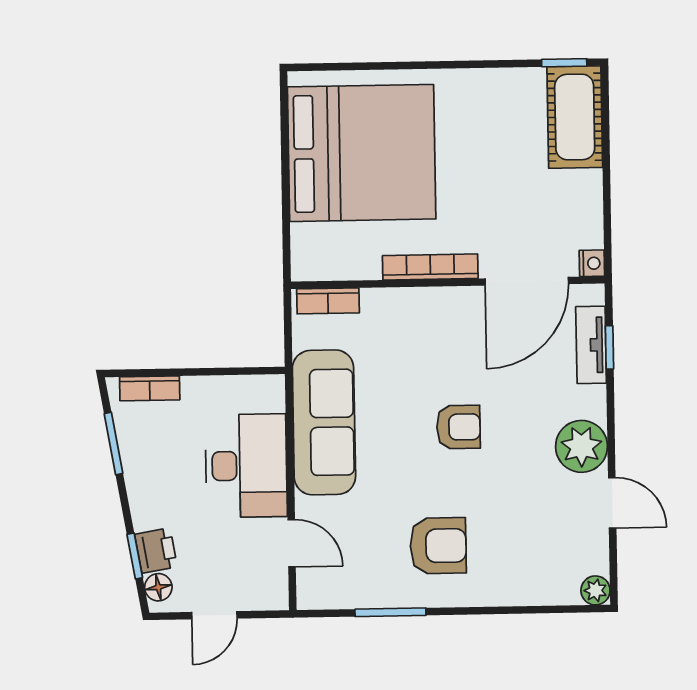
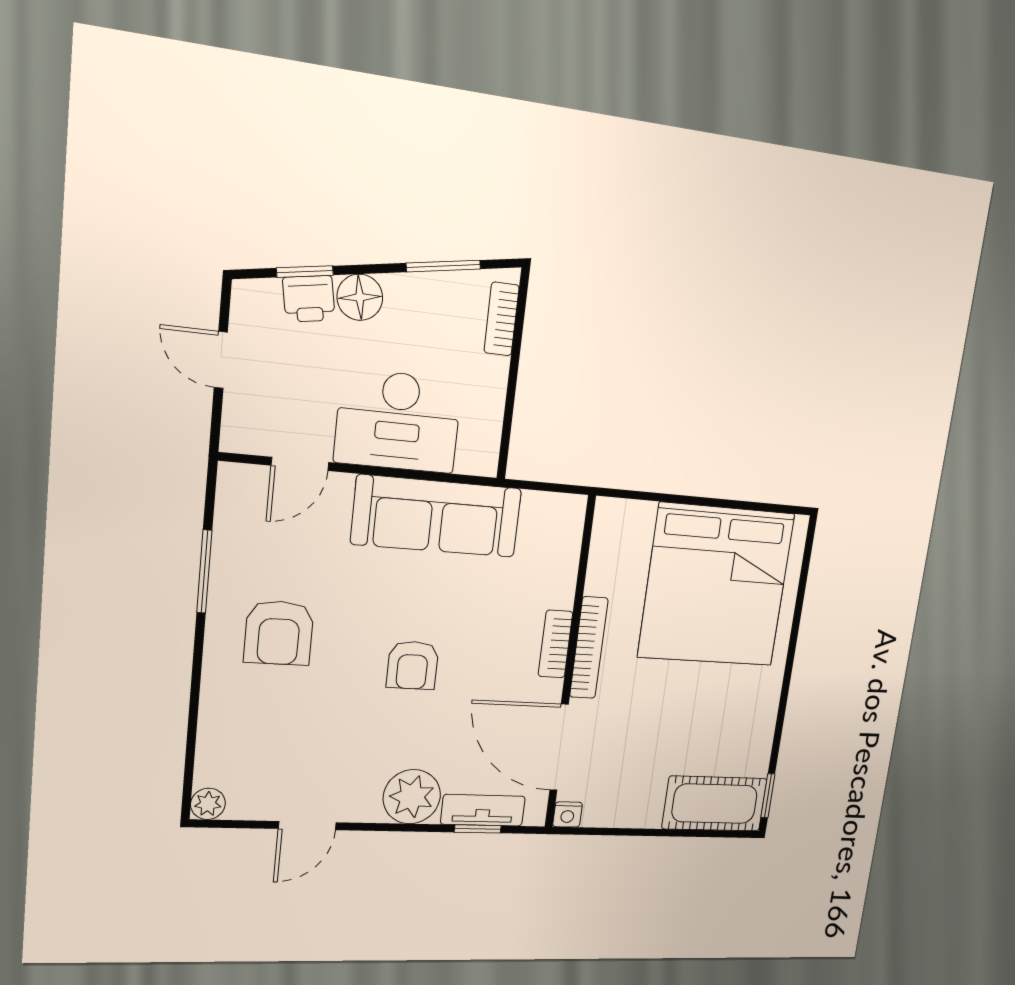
bookcase: (328, 301) -> (555, 644), moved
plant: (582, 446) -> (412, 797), moved
floor lamp: (158, 587) -> (360, 297), moved, width x1.37, depth x1.37

